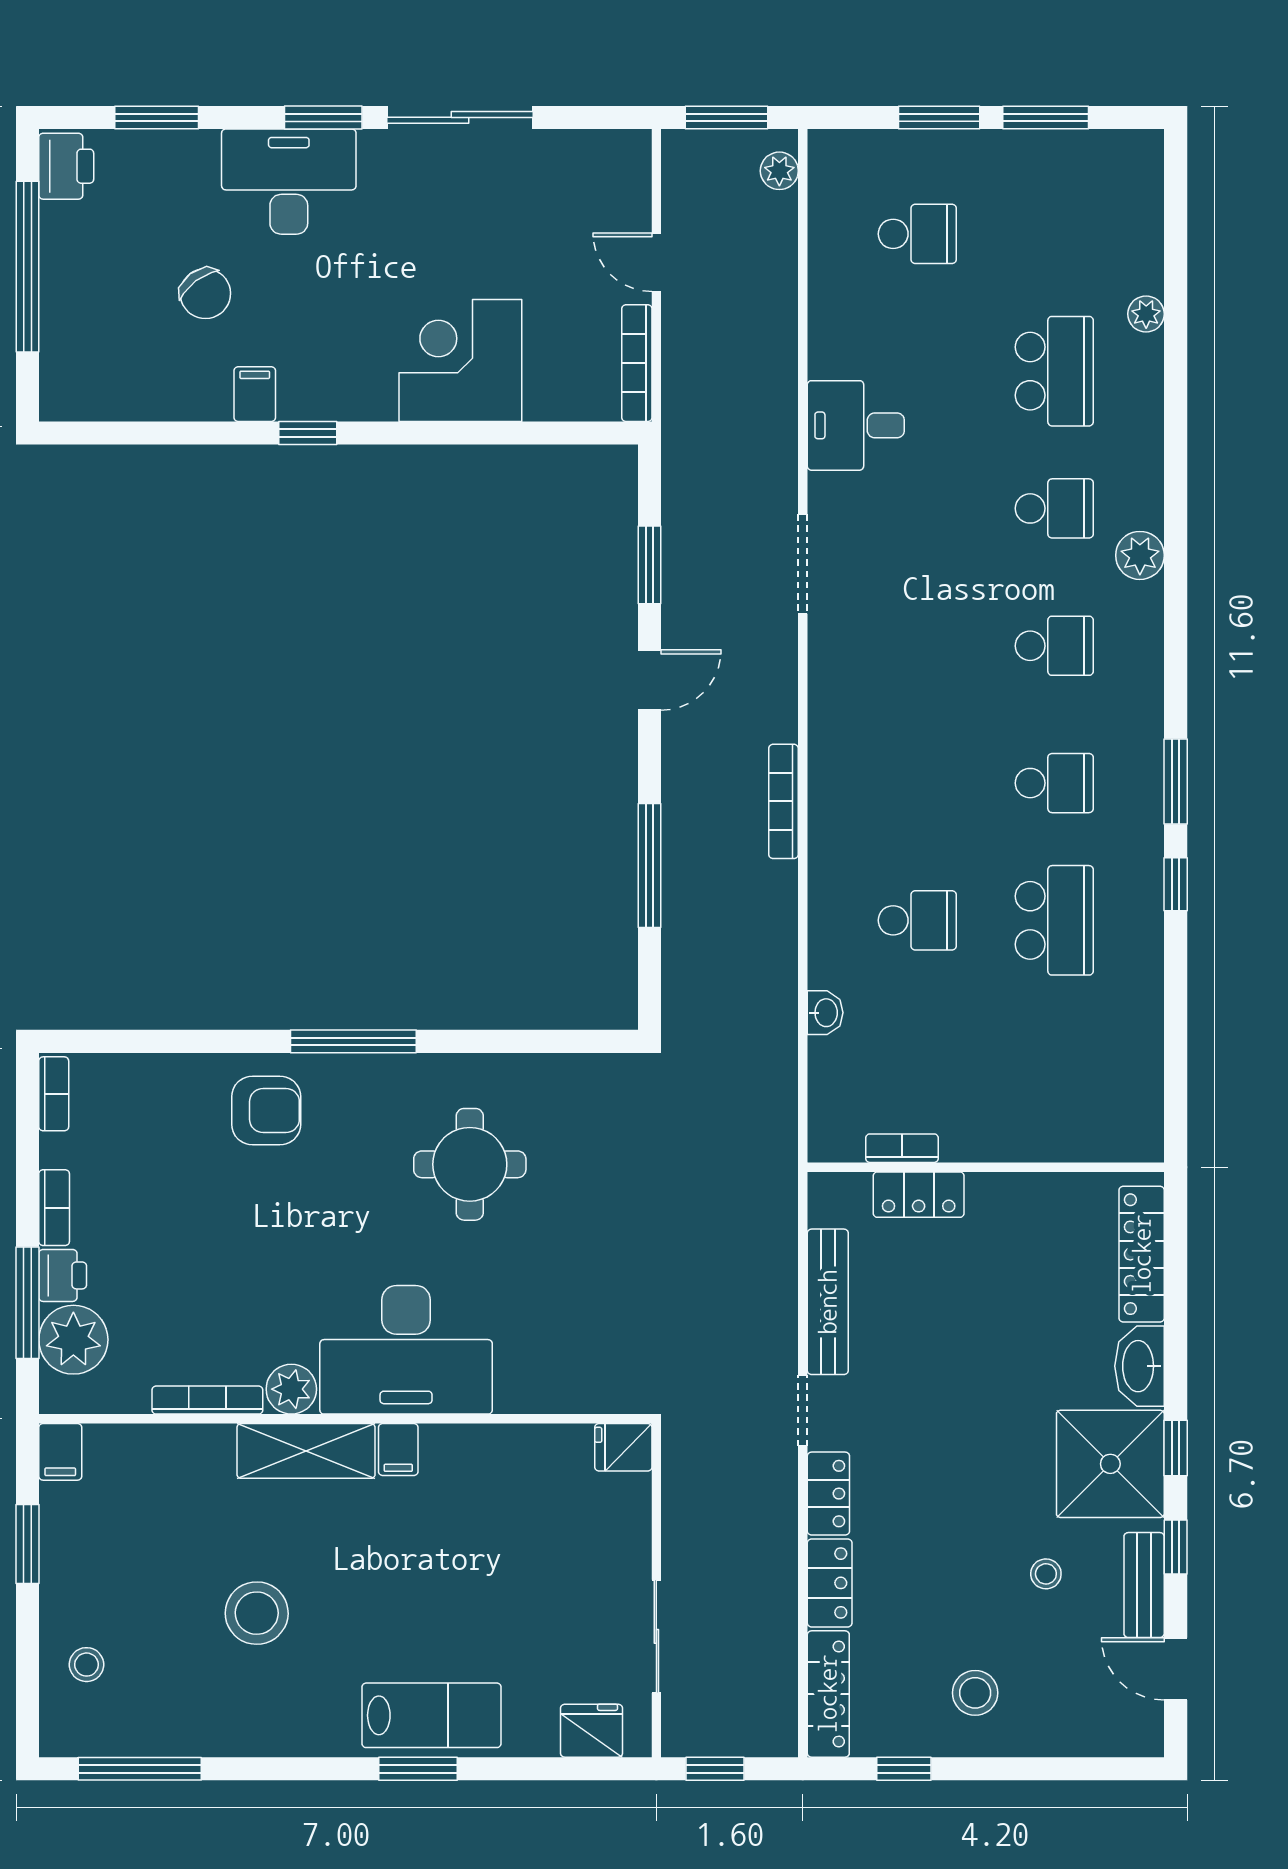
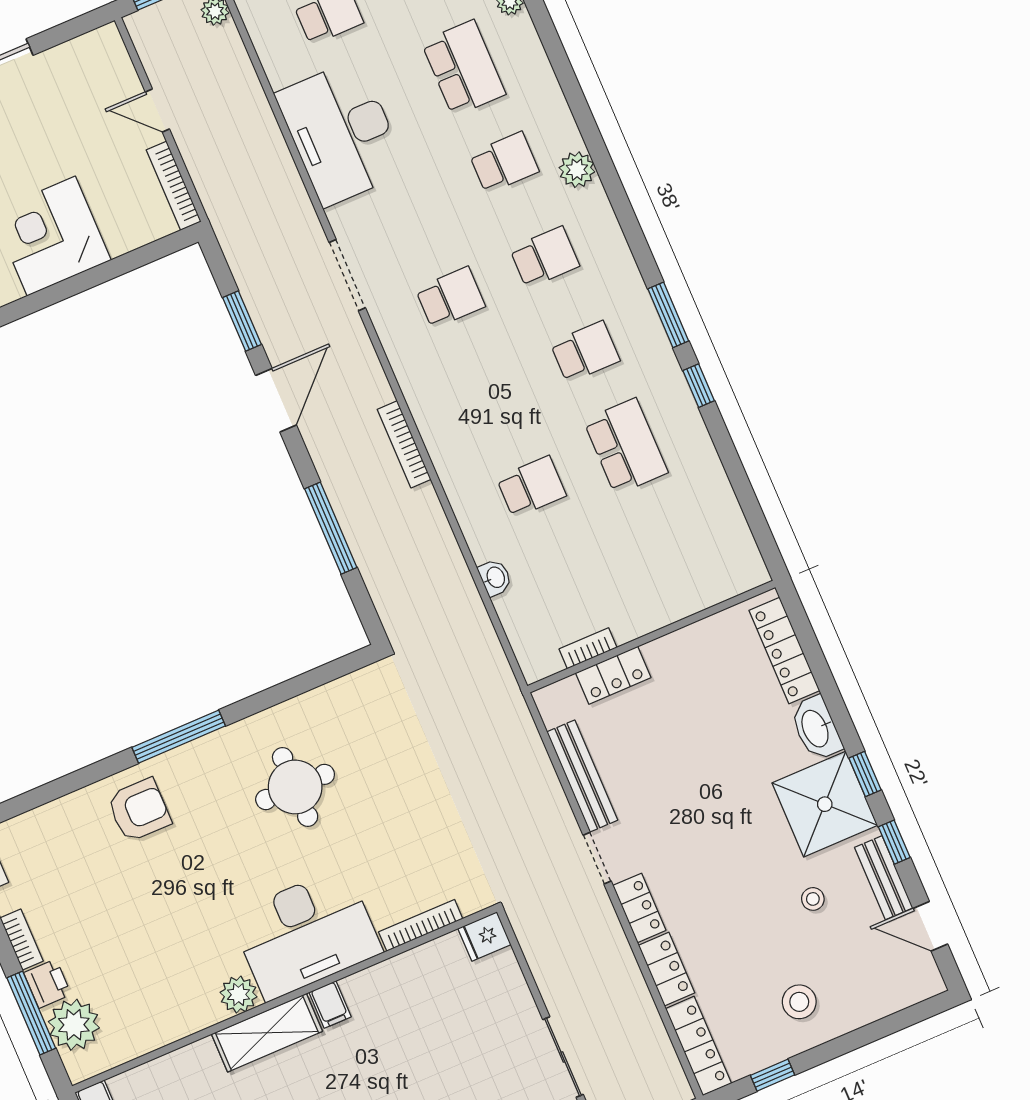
desk: (856, 425) -> (341, 133), width x1.87, depth x1.30
school desk: (917, 646) -> (450, 298), added
door: (650, 680) -> (276, 400), width x1.38
bookcase: (207, 1400) -> (421, 925), moved

